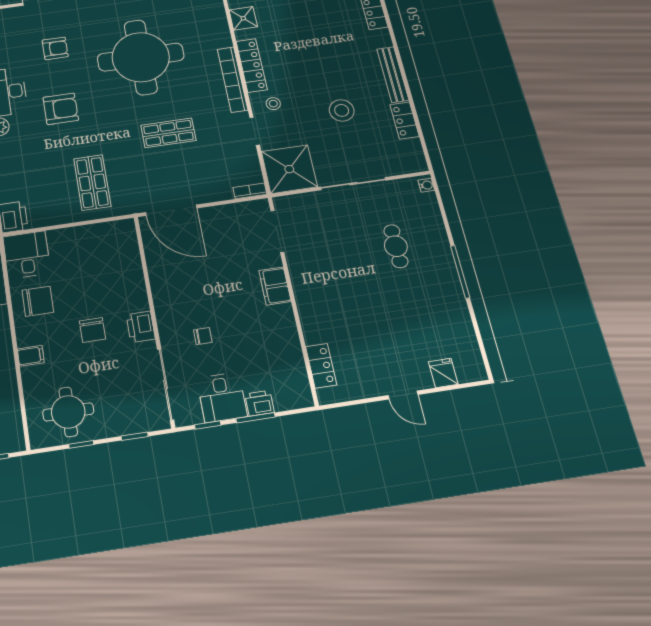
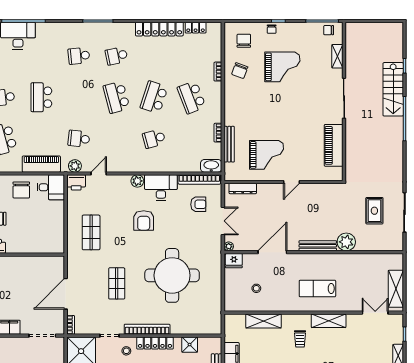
armchair: (55, 48) -> (198, 204), moved, turned -90
shop shelf: (92, 182) -> (91, 232), turned 90
door: (171, 210) -> (66, 294), moved

